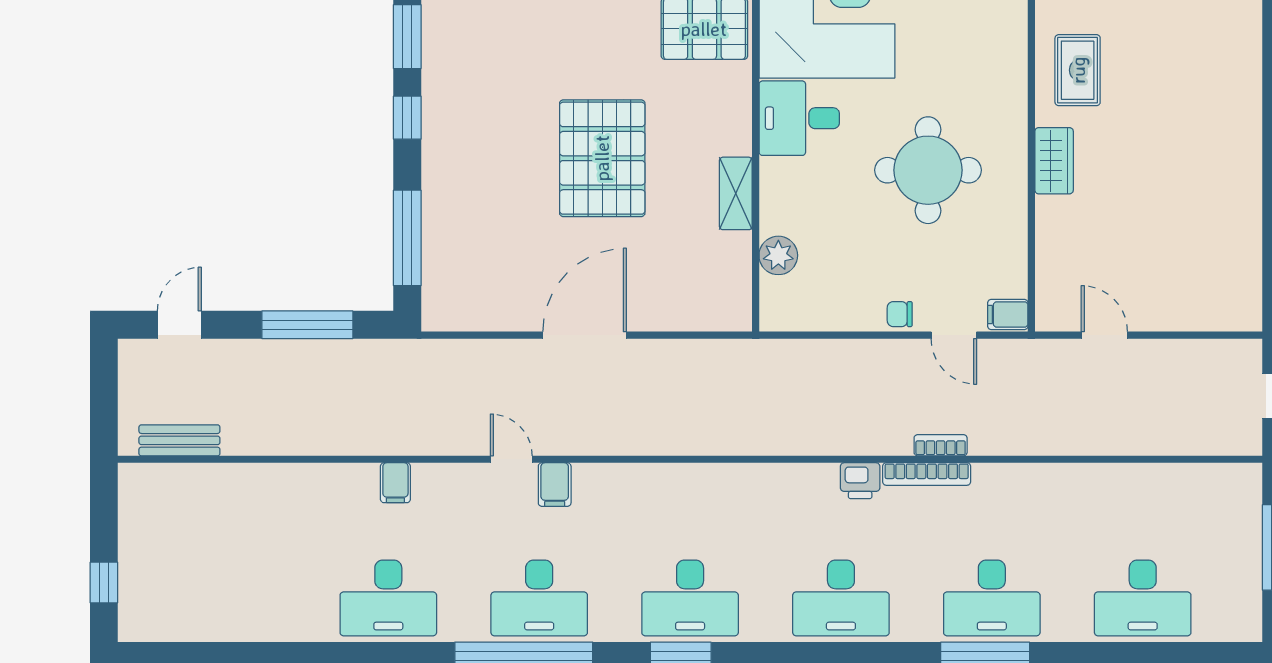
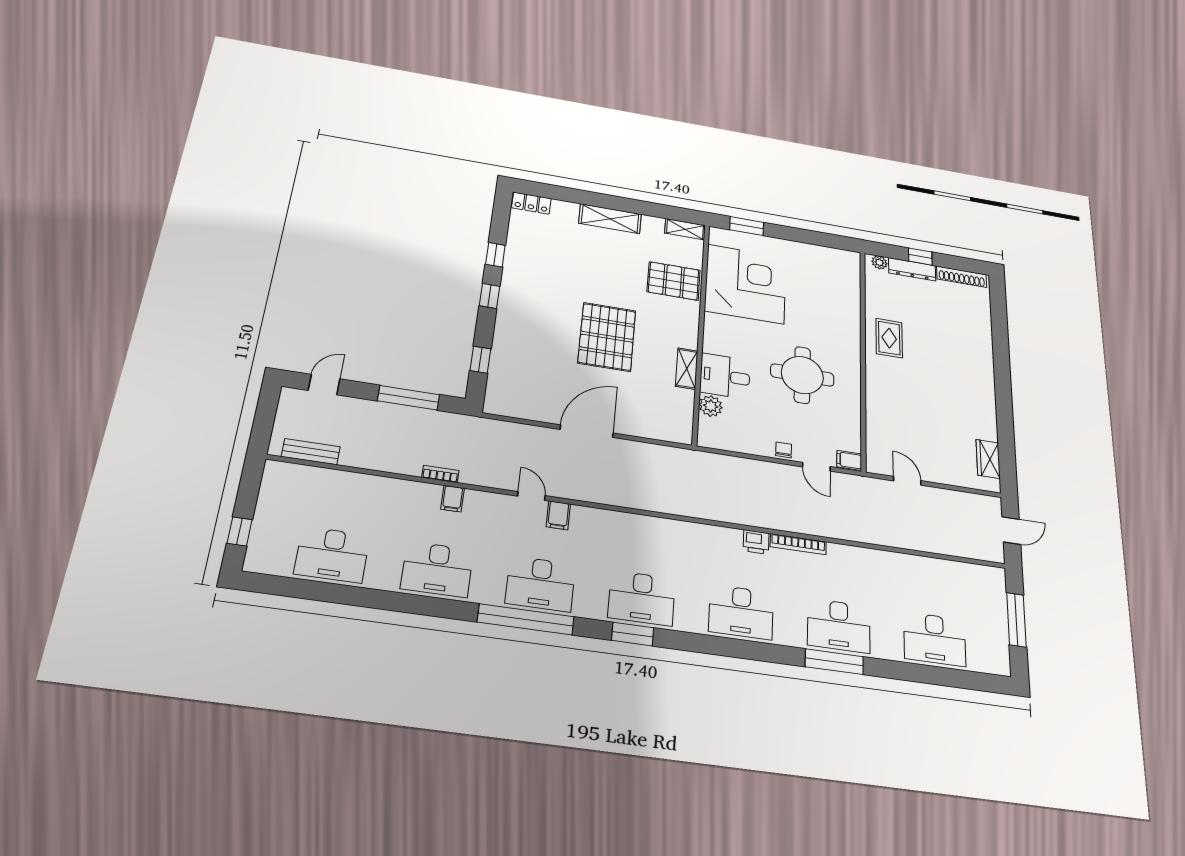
window: (407, 37) -> (495, 255), width x0.67
desk: (799, 118) -> (725, 376), moved
wardrobe: (1054, 161) -> (988, 459), moved, turned 180
window: (407, 238) -> (480, 360), width x0.46
chair: (900, 314) -> (784, 450), turned 90
bookcase: (941, 445) -> (440, 474), moved
desk: (237, 598) -> (332, 555), added

